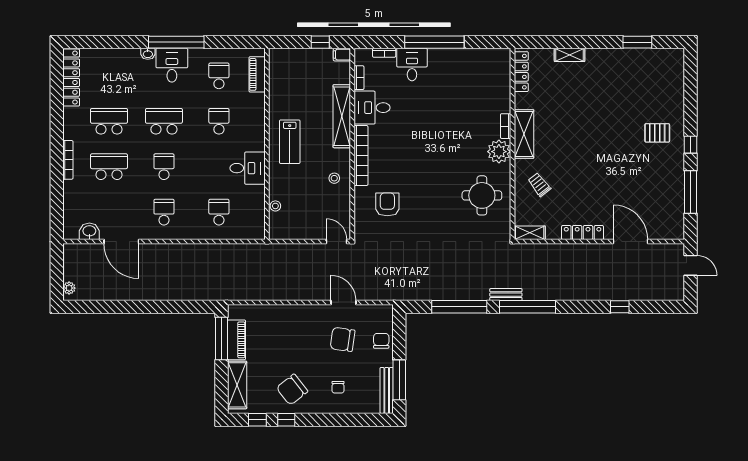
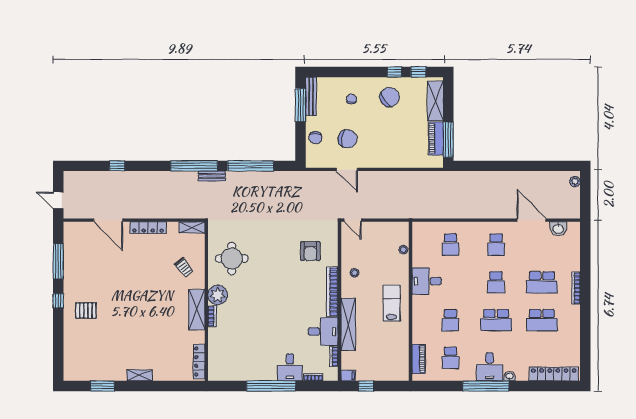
shelving: (570, 55) -> (140, 375), moved
locker: (71, 78) -> (554, 374), moved, turned 90

